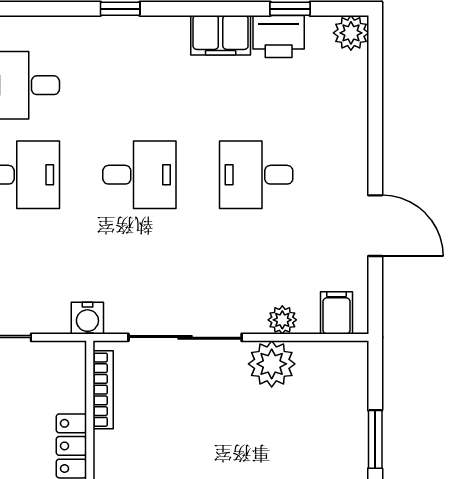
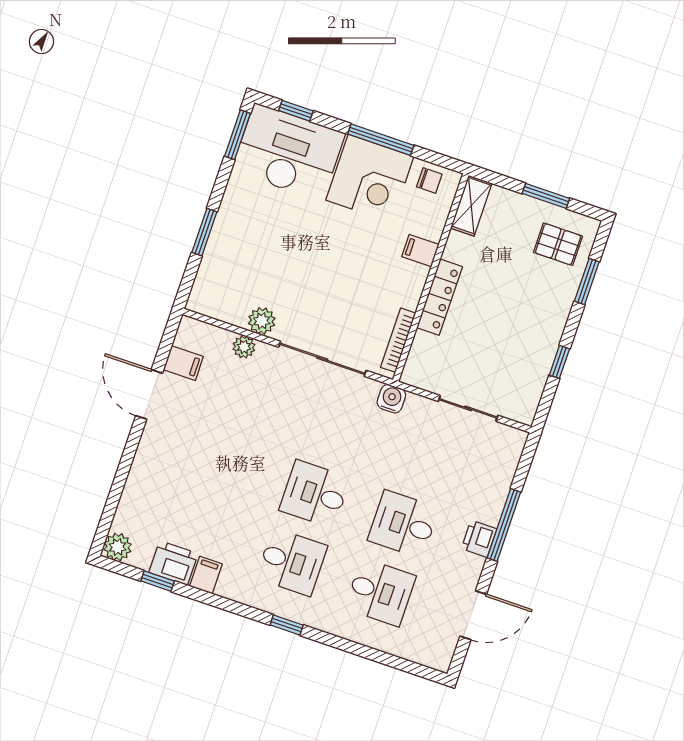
filing cabinet: (221, 35) -> (206, 575), width x0.50
desk: (256, 175) -> (292, 562), moved
filing cabinet: (336, 313) -> (183, 363), moved, turned -90
plant: (272, 364) -> (262, 321), width x0.73, depth x0.73

